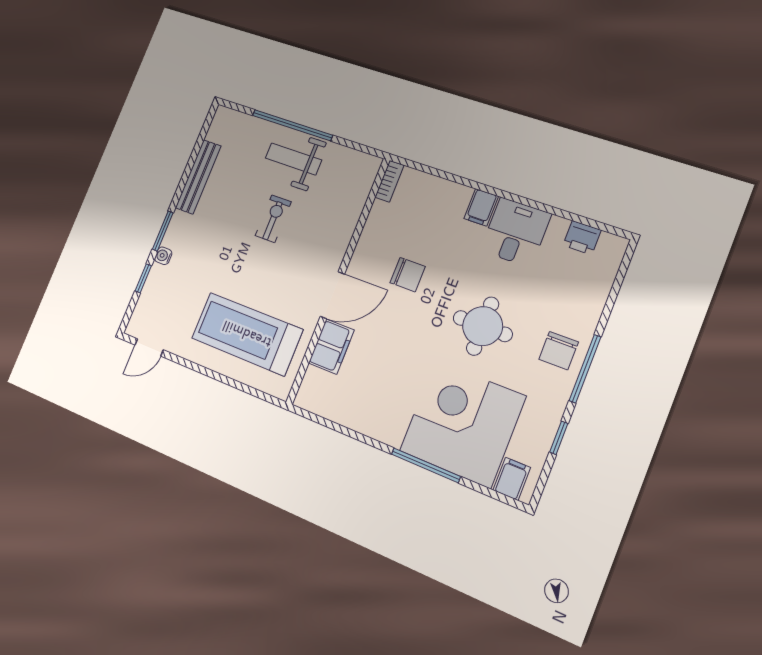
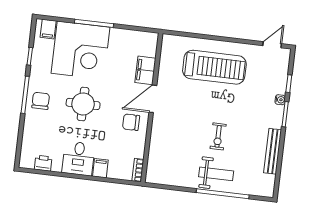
bookcase: (389, 181) -> (138, 170), moved
wall: (338, 280) -> (152, 108), moved
door: (332, 295) -> (153, 99), moved
filing cabinet: (331, 347) -> (145, 70), moved

